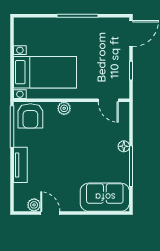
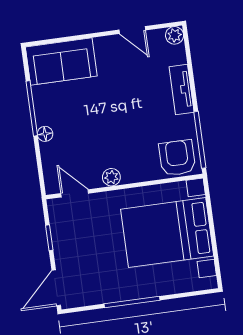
bed with nightstands: (45, 72) -> (167, 233), width x1.36
plant: (64, 108) -> (111, 177), moved
plant: (34, 205) -> (175, 35), moved

